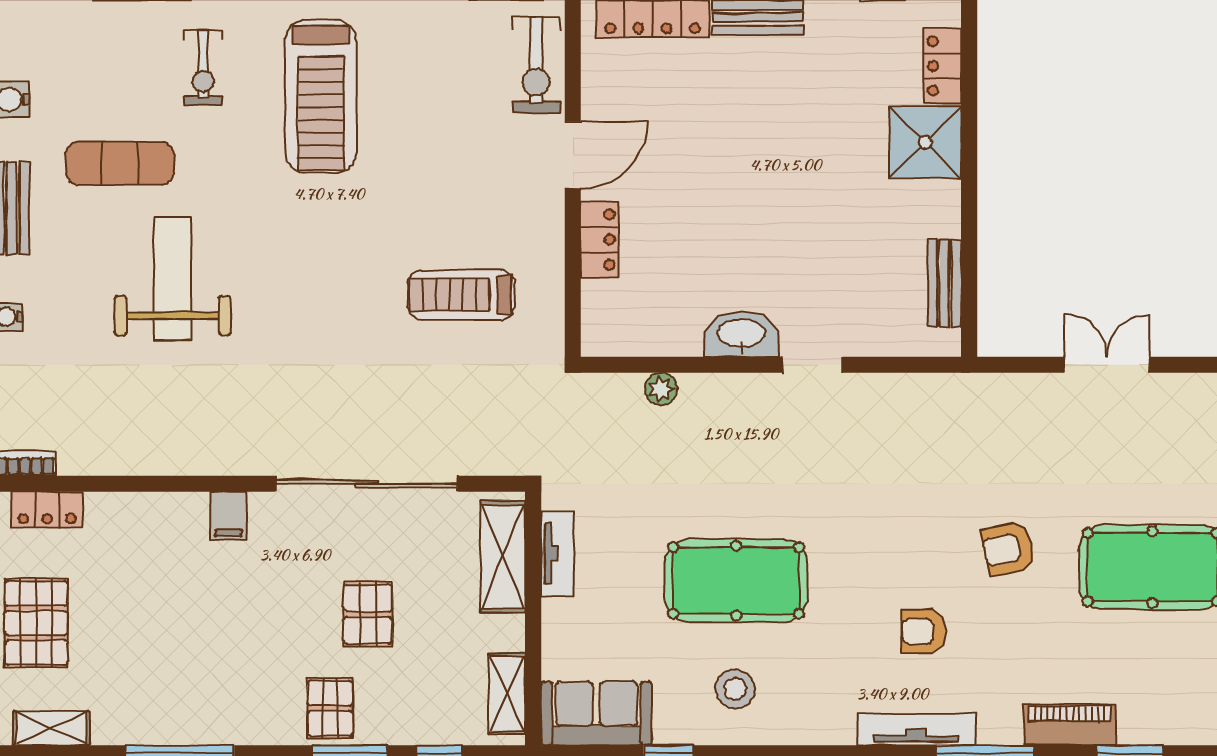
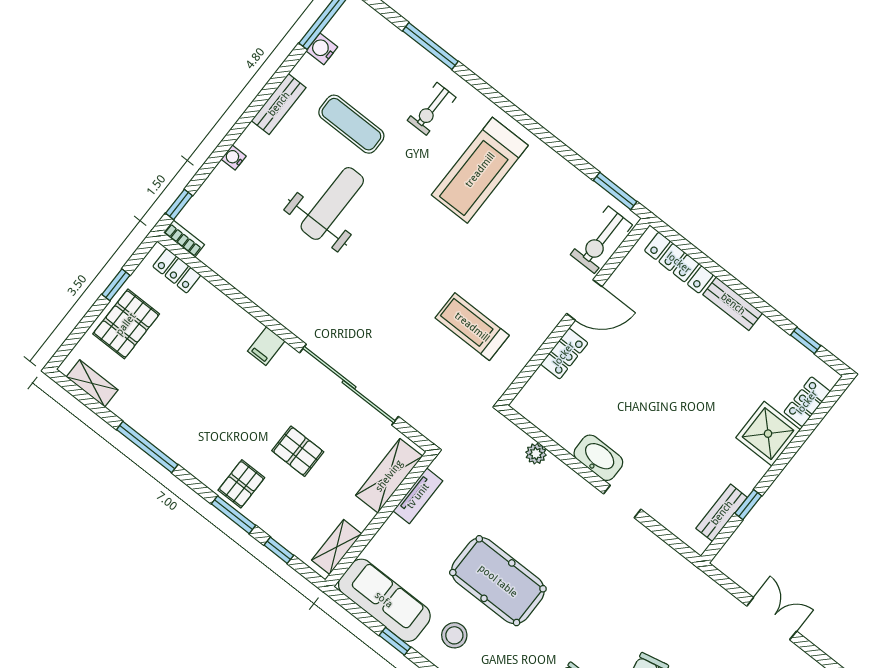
window: (969, 248) -> (748, 505), added
pallet: (368, 614) -> (298, 451), turned 90
sofa: (596, 713) -> (384, 600), width x1.36

